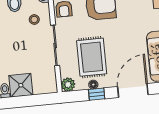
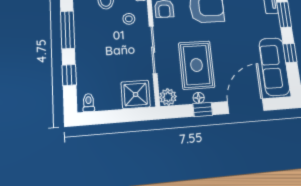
shower: (21, 85) -> (136, 94), moved

